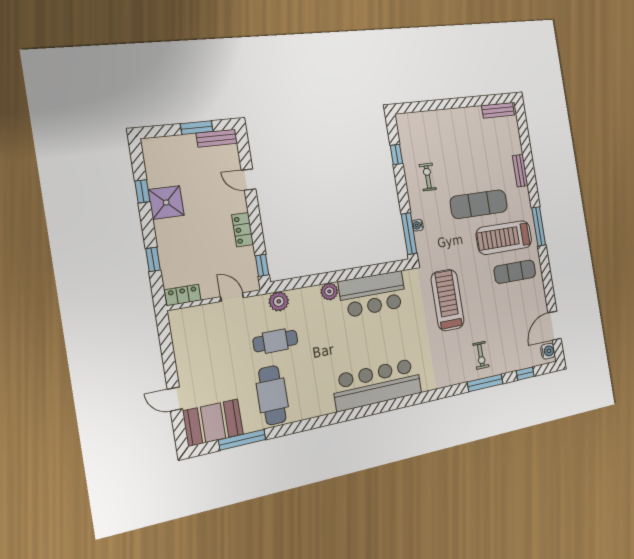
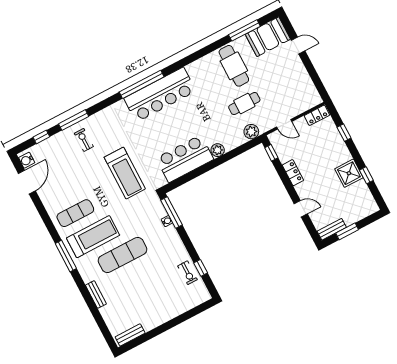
exercise bike: (428, 177) -> (188, 273), moved
window: (395, 404) -> (142, 84), added

